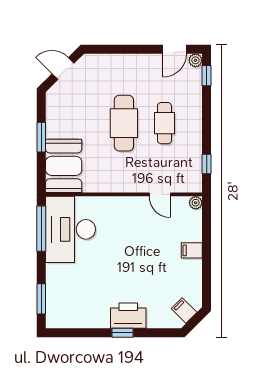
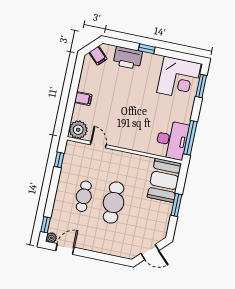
plant: (196, 203) -> (78, 130), width x1.88, depth x1.88
desk: (71, 229) -> (172, 140), width x0.73, depth x0.77
corner desk: (72, 303) -> (179, 78), added
printer: (128, 316) -> (128, 58), moved

